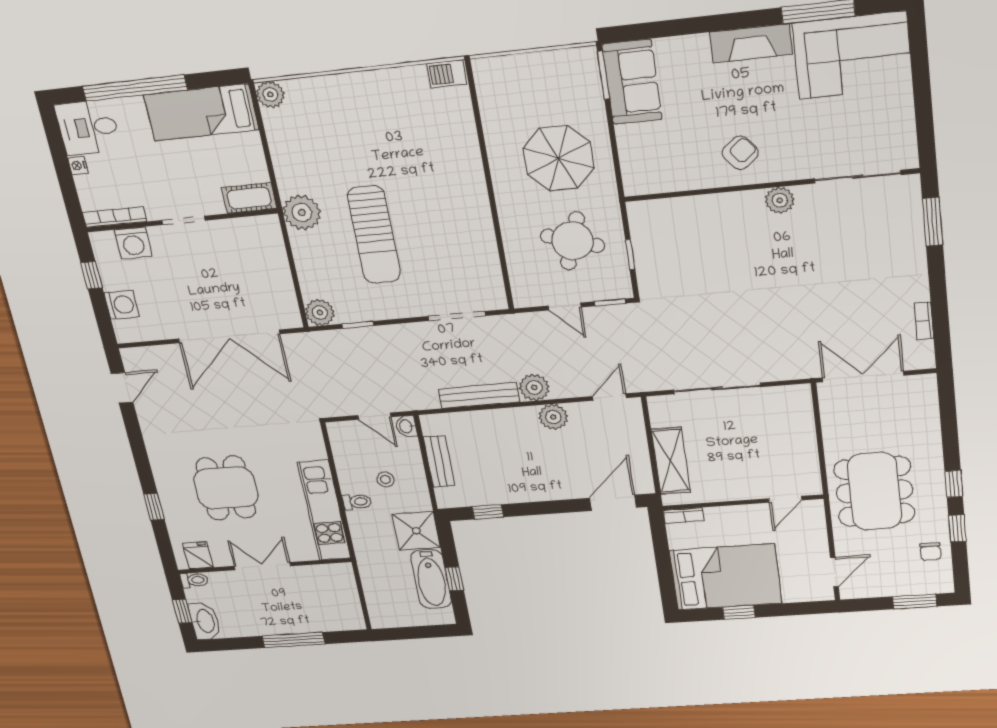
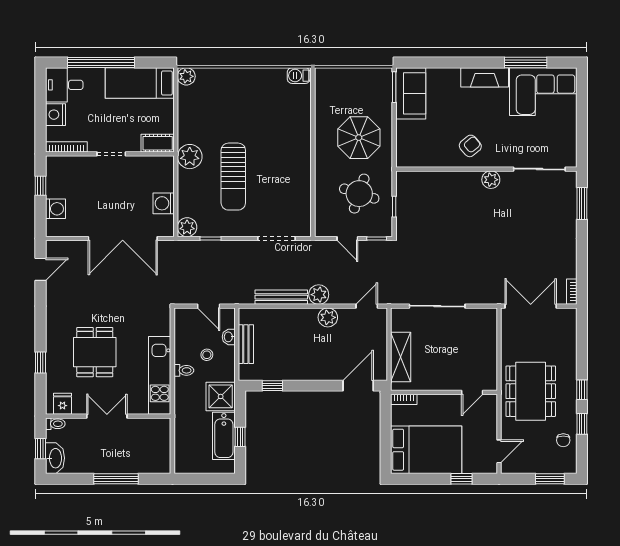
nightstand: (78, 165) -> (55, 115), width x1.89, depth x1.79
washing machine: (133, 243) -> (164, 203), moved, turned 90
bookcase: (924, 321) -> (572, 292), moved
washbasin: (406, 426) -> (229, 337), moved
window: (739, 612) -> (461, 479), moved

